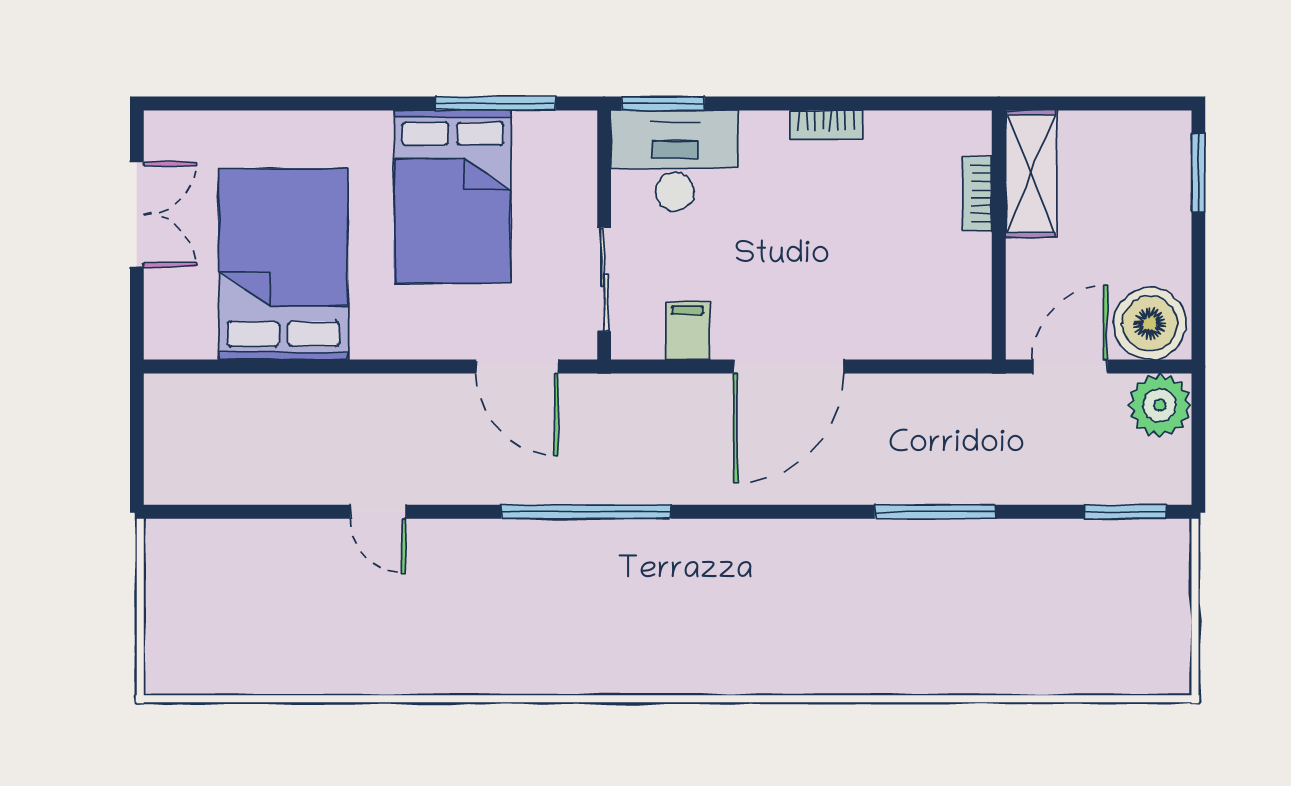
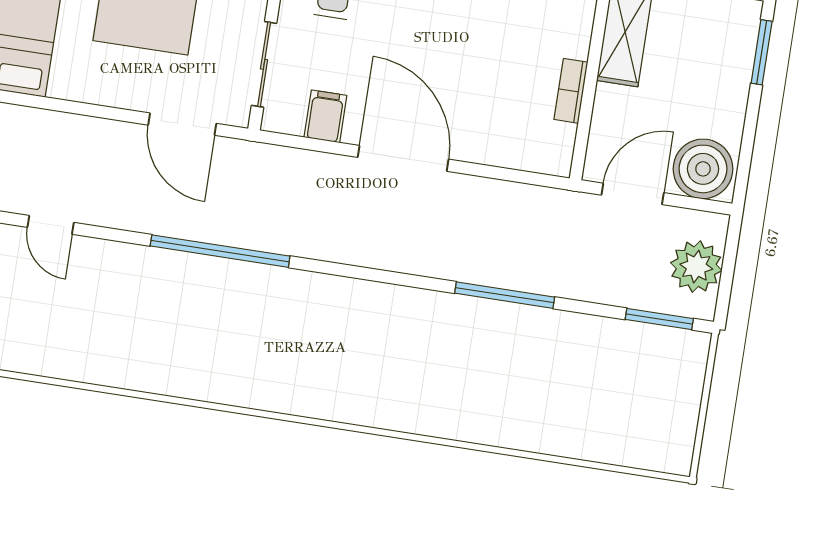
bookcase: (977, 194) -> (571, 91), moved
door: (788, 367) -> (403, 158), swing flipped
plant: (1160, 405) -> (696, 267), moved

